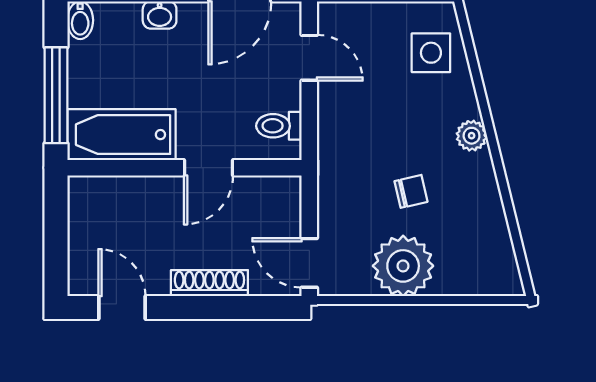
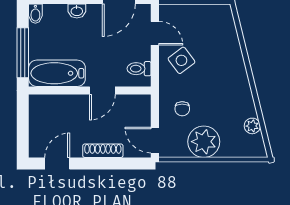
side table: (431, 53) -> (181, 60), moved, turned -37
plant: (472, 136) -> (252, 126), moved
chair: (411, 191) -> (182, 109), moved, turned 103
door: (122, 308) -> (57, 163), hinge flipped

